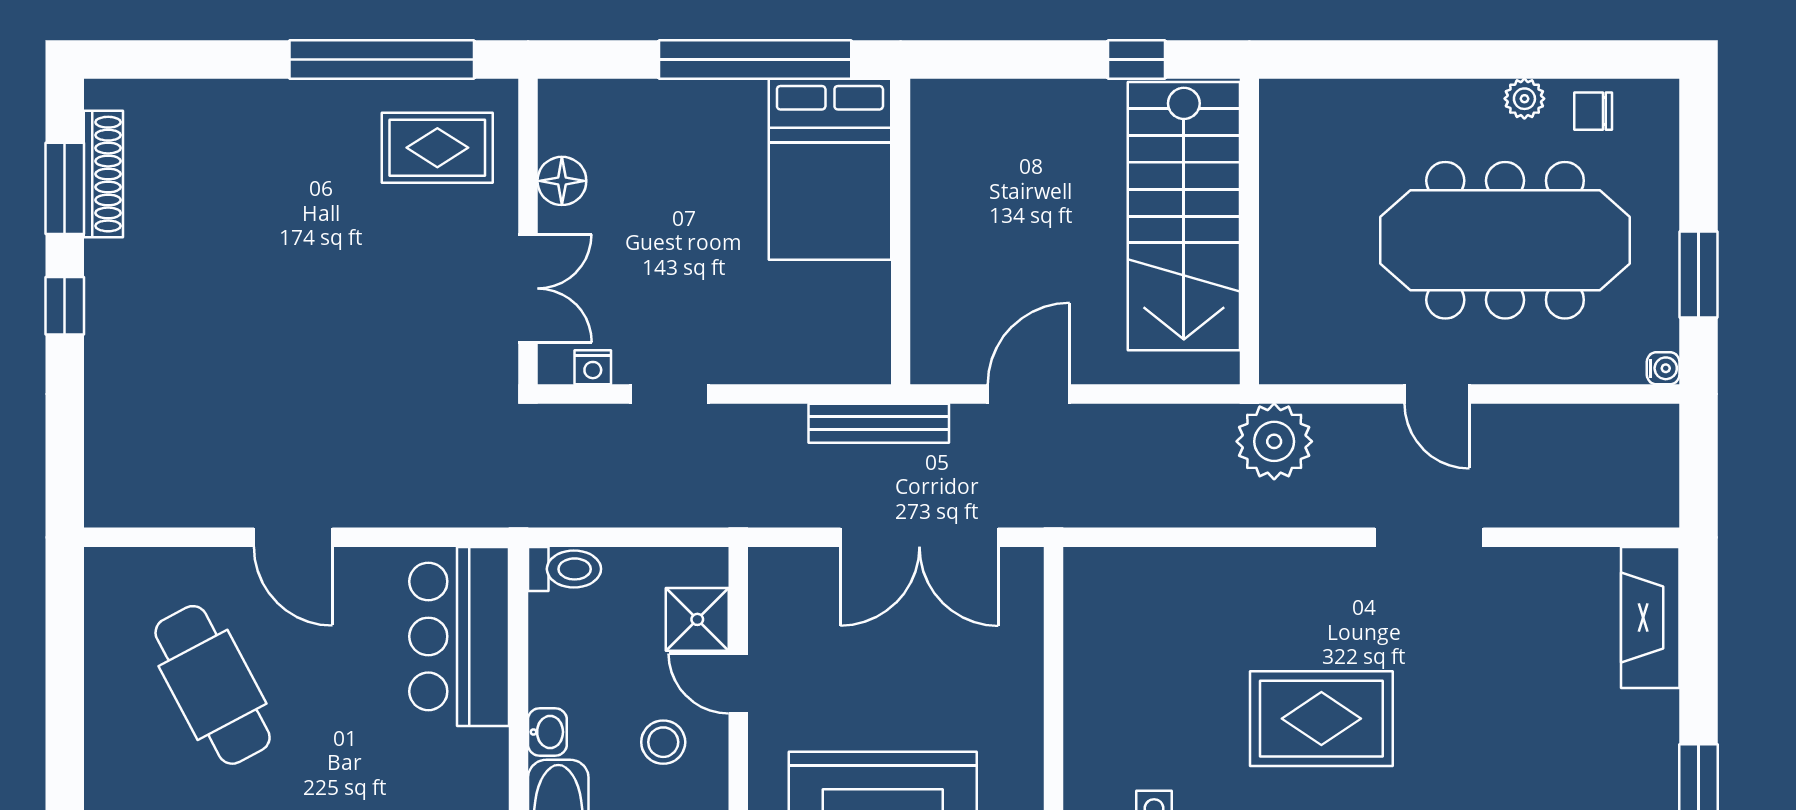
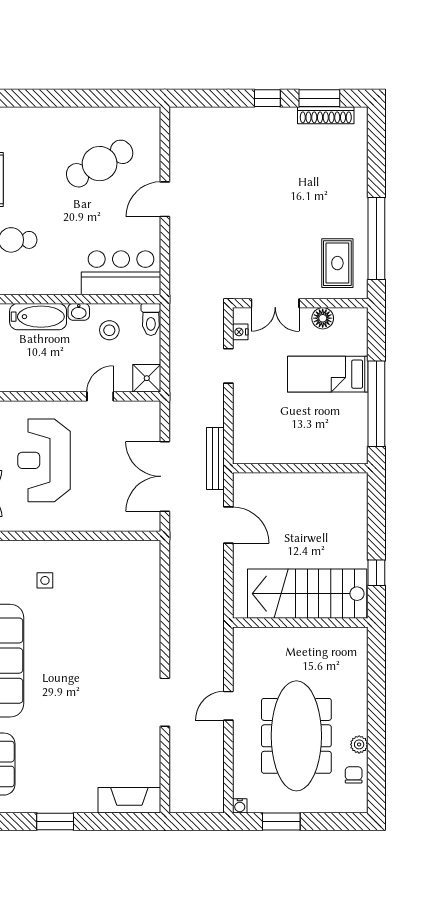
bed: (830, 169) -> (328, 374), moved, width x0.67
plant: (1274, 441) -> (207, 634), removed
shower: (697, 619) -> (147, 378), moved
rug: (1321, 719) -> (85, 655), removed
stool: (663, 742) -> (109, 330), moved

